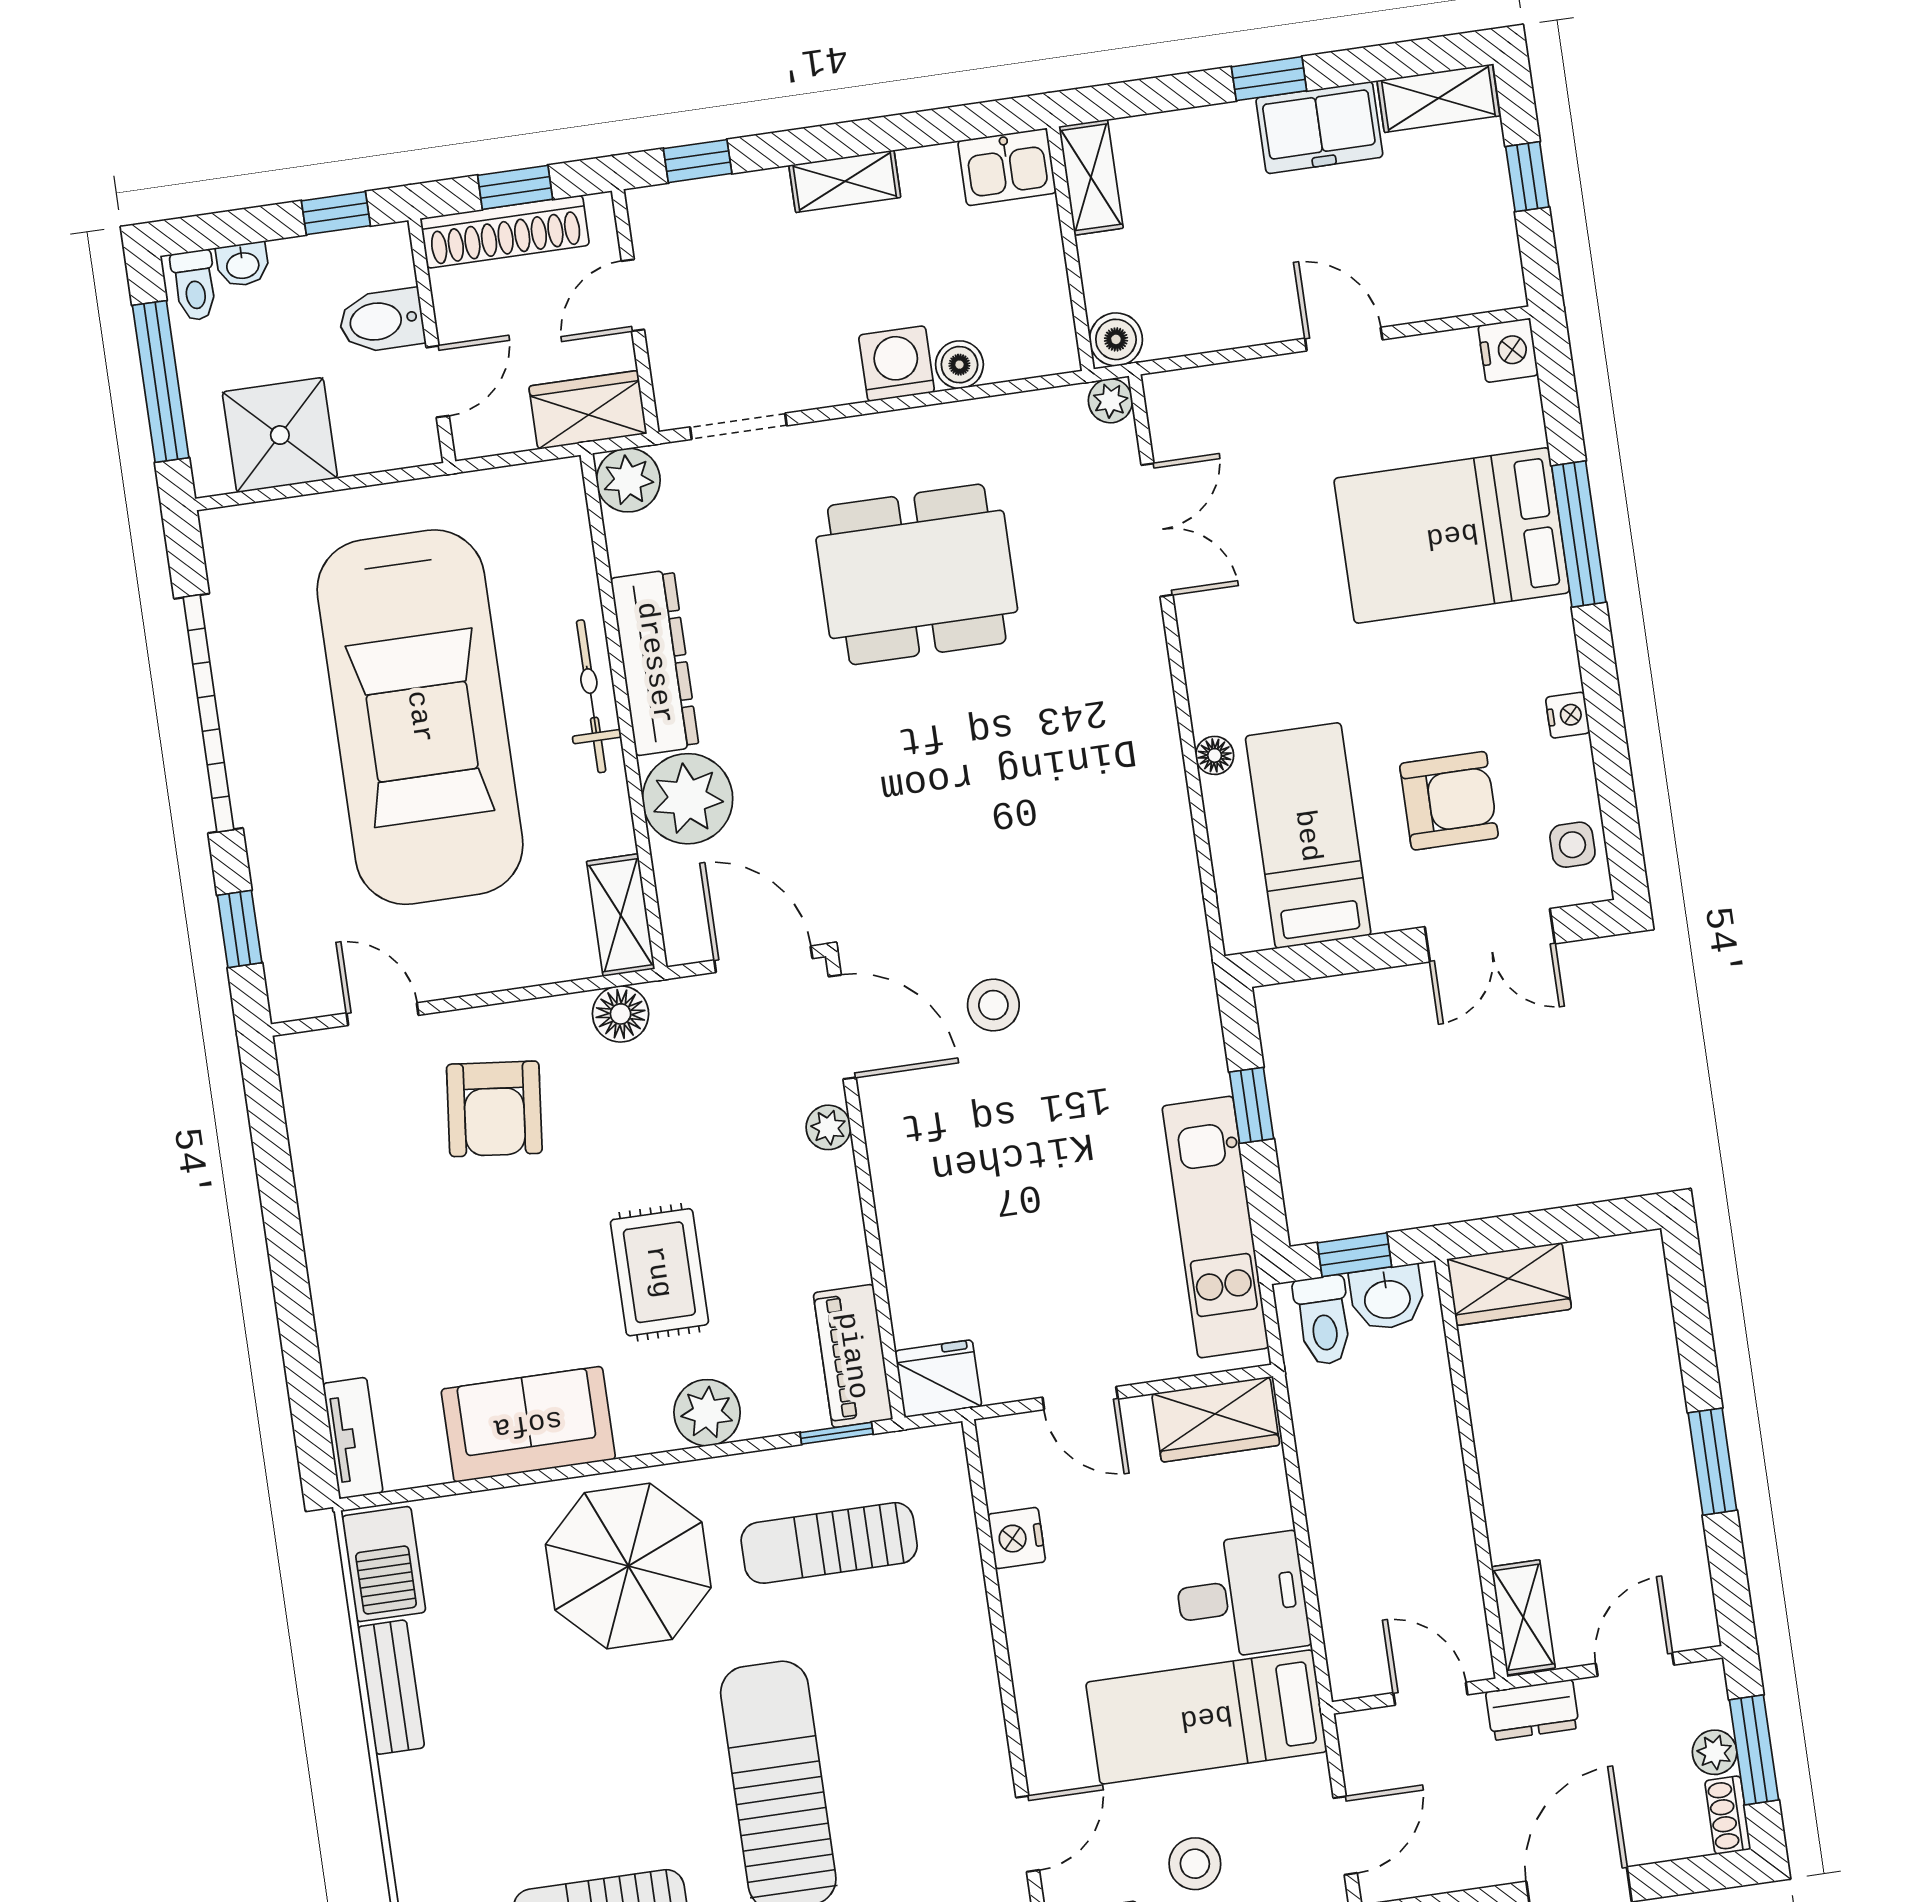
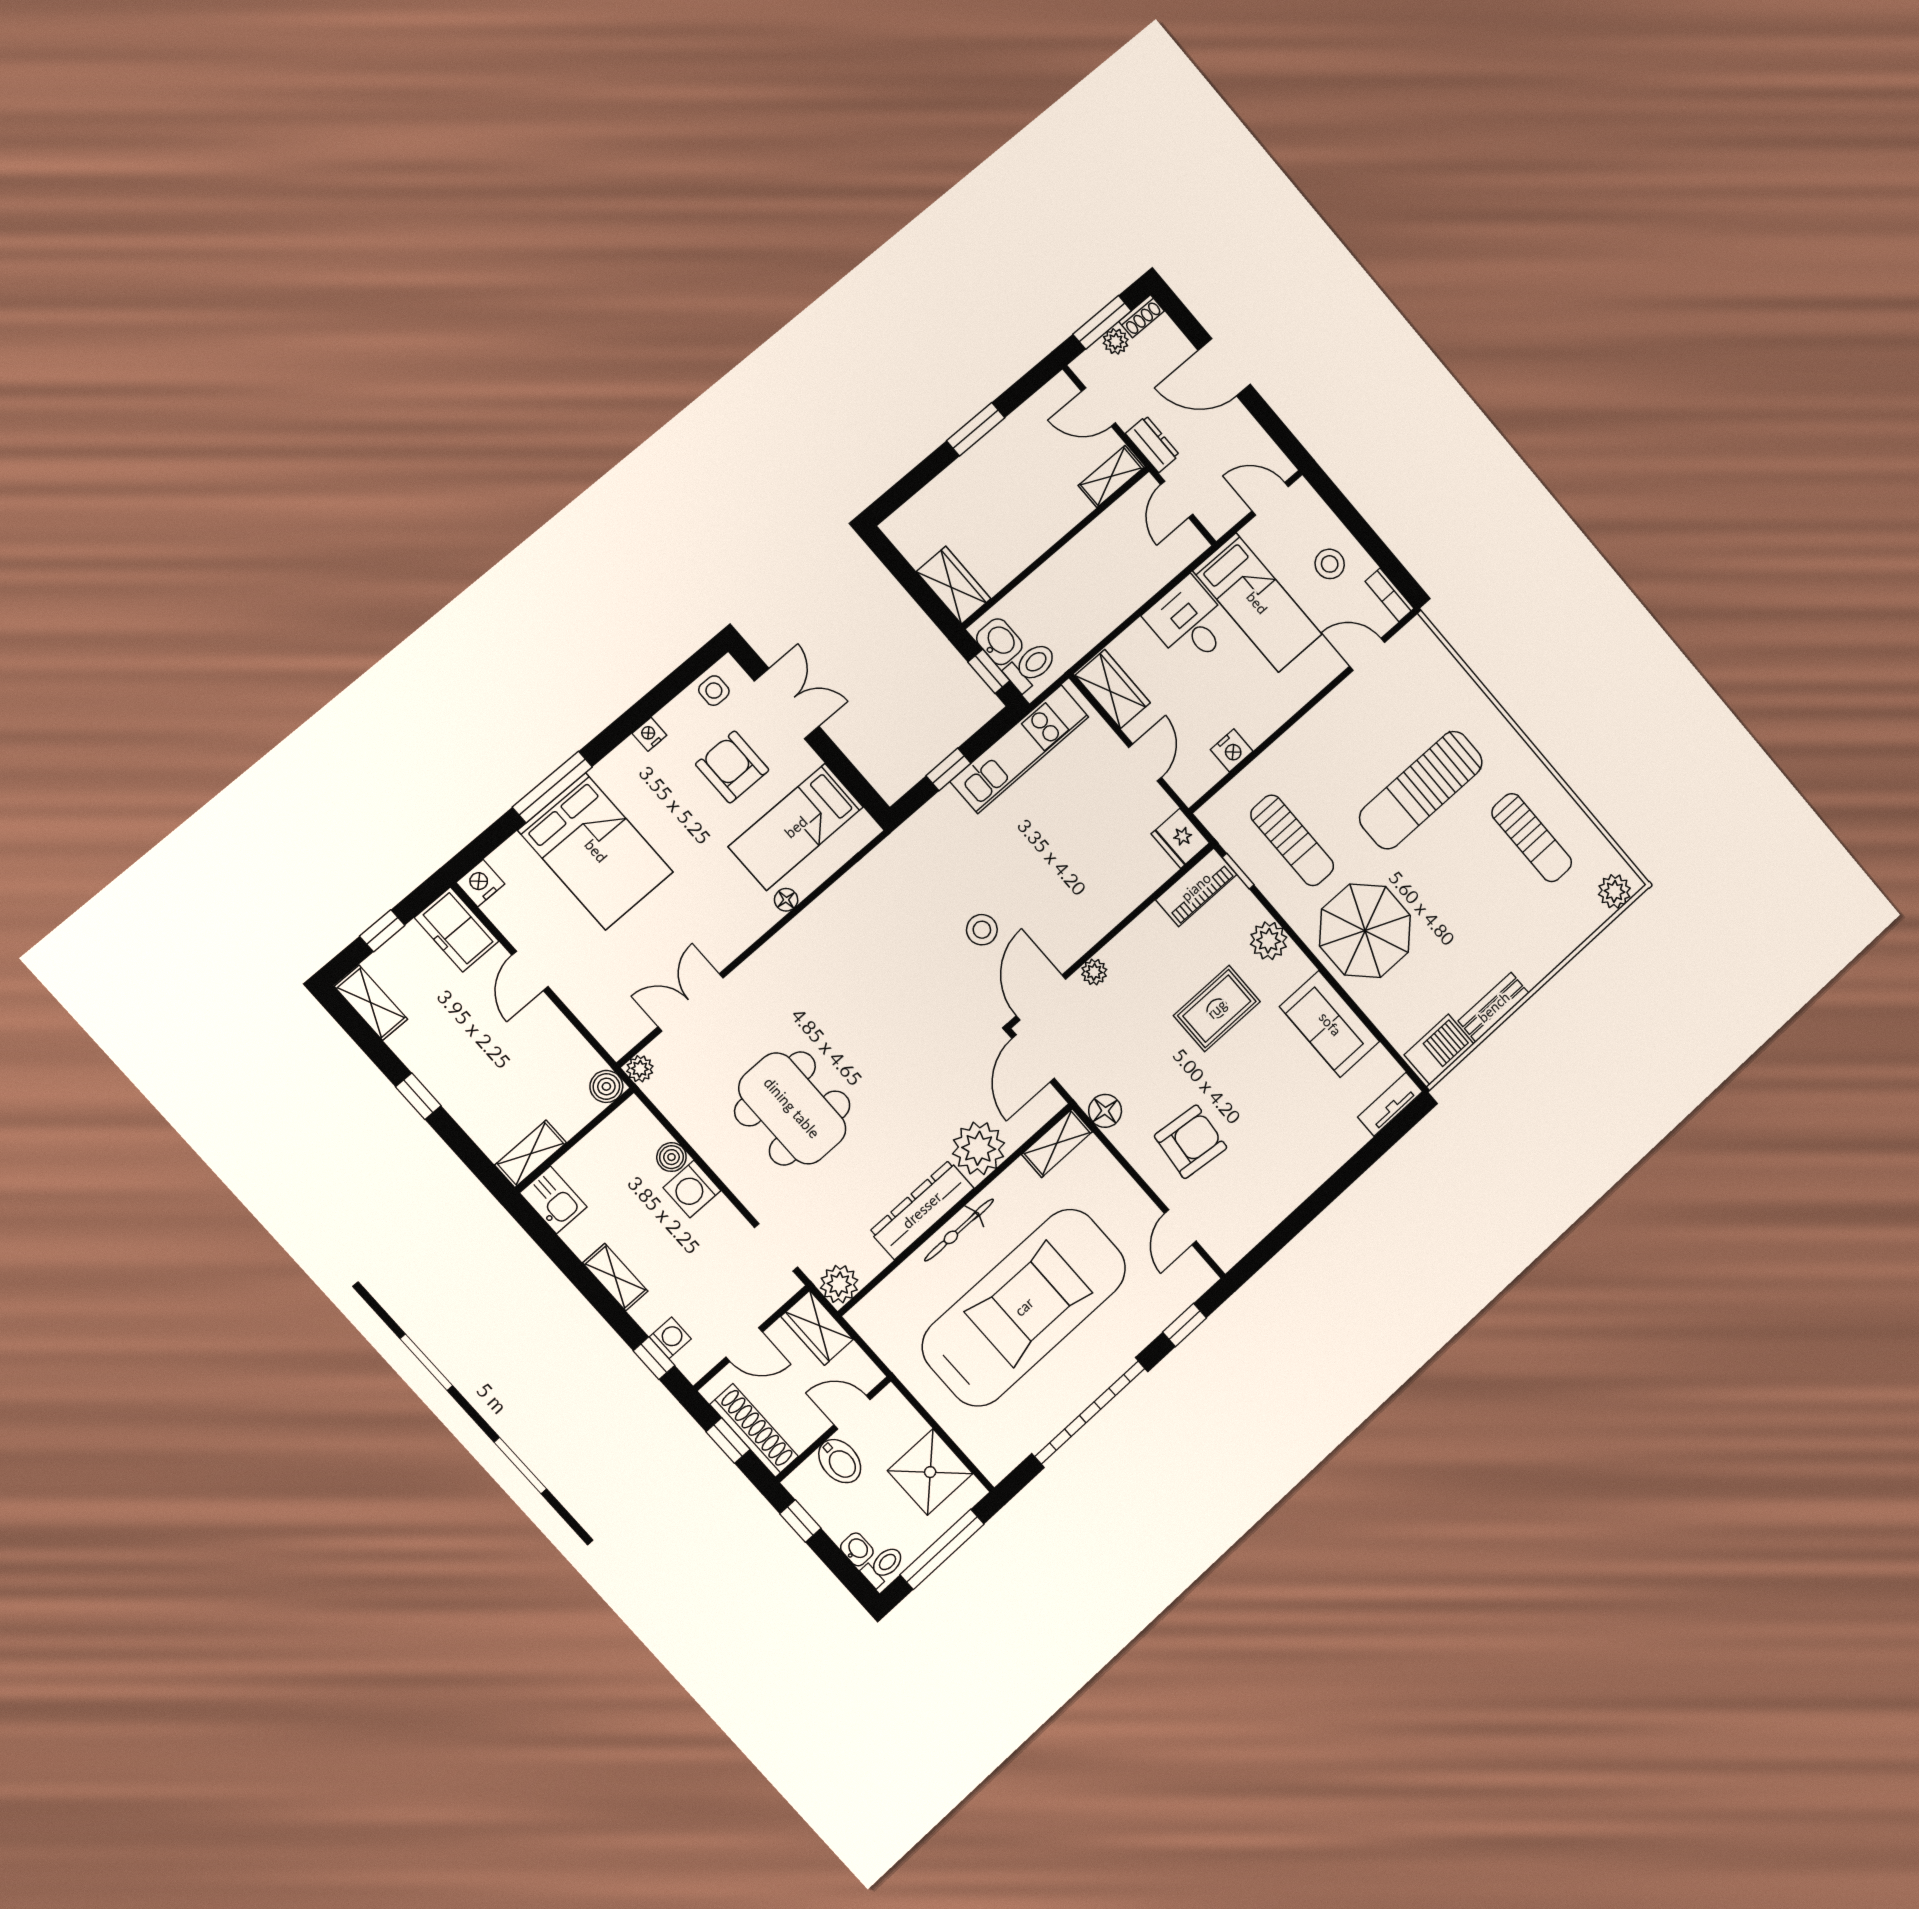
freezer: (1319, 128) -> (457, 929), moved, turned 180
washing machine: (711, 201) -> (670, 1338), added

